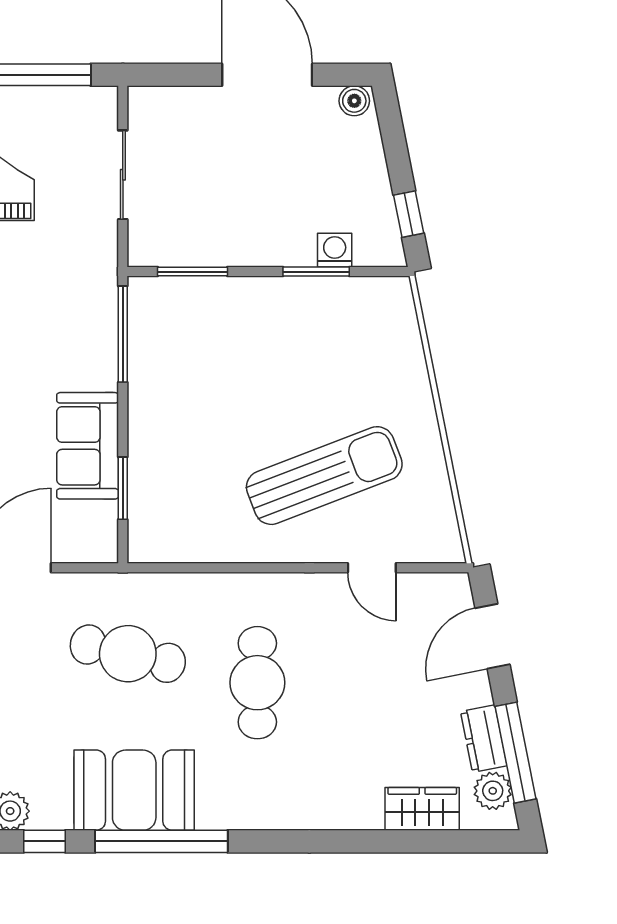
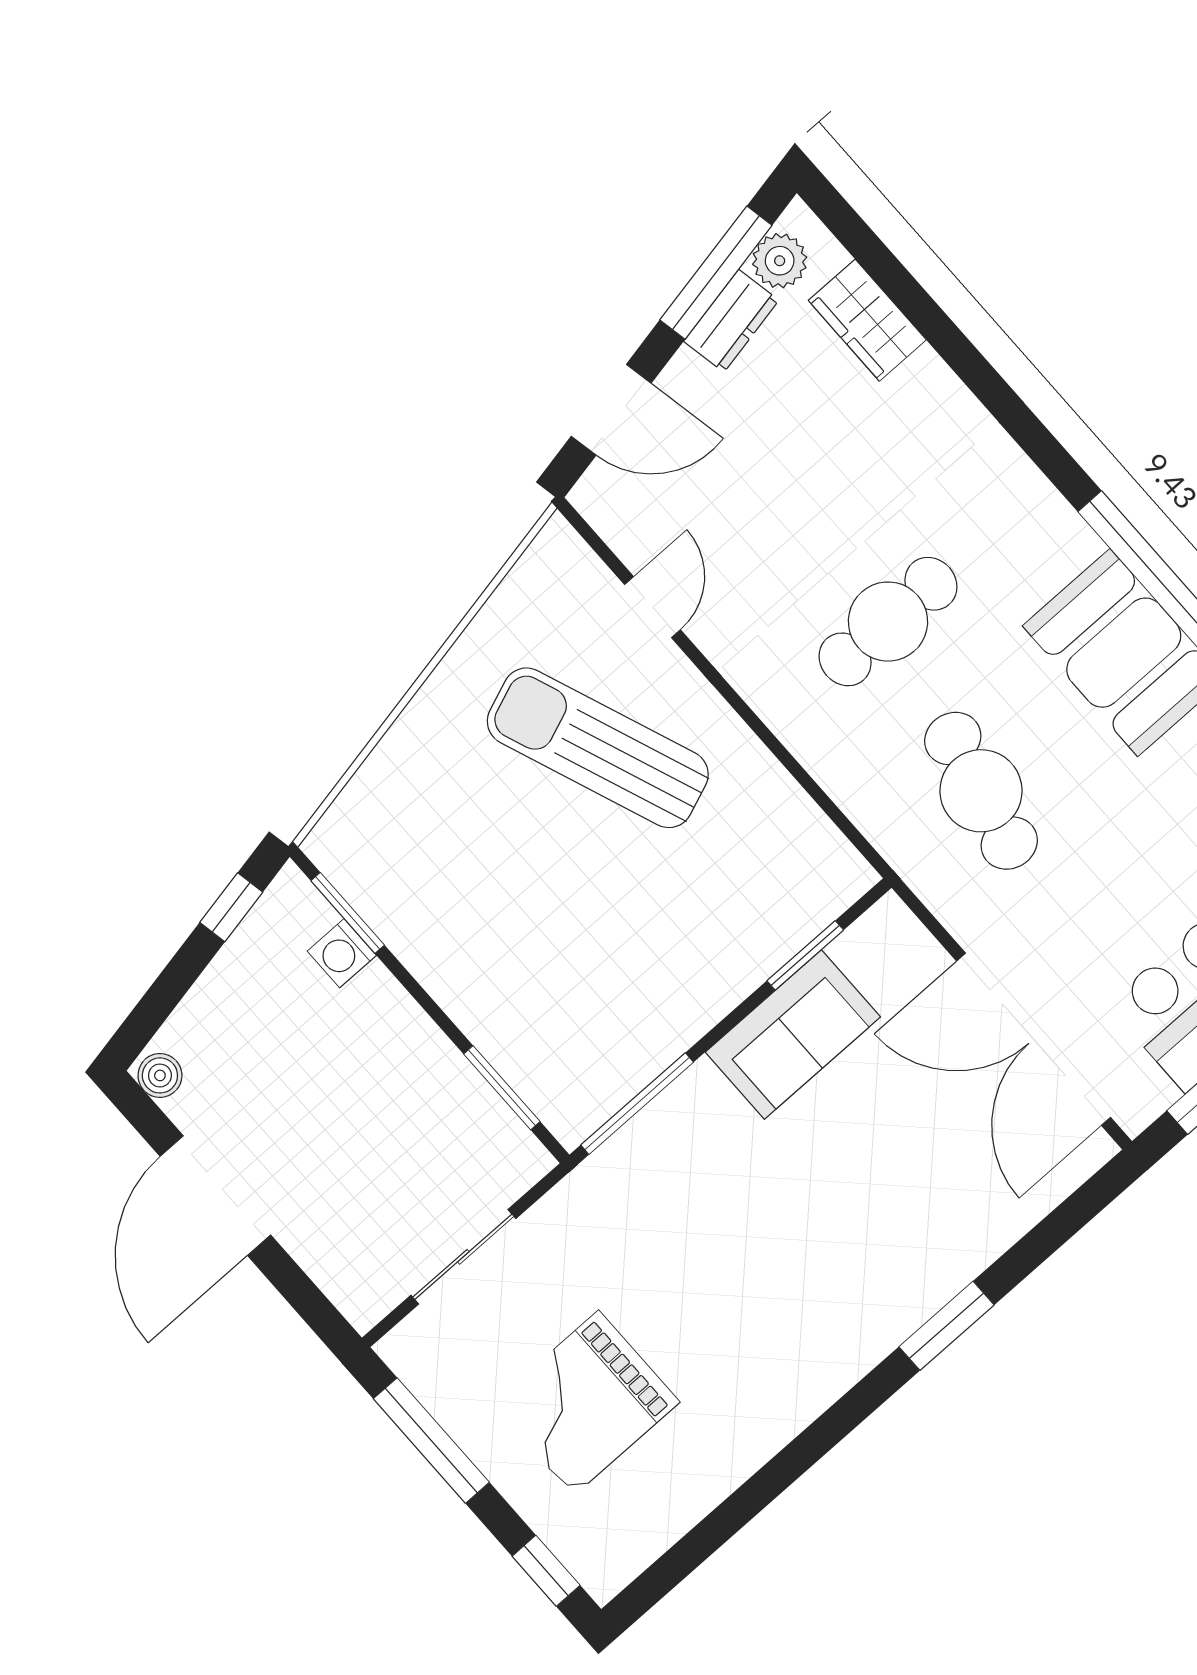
window: (316, 272) -> (348, 913), moved

